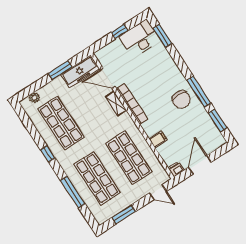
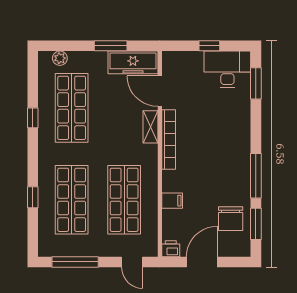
chair: (181, 99) -> (231, 219), moved
window: (48, 154) -> (33, 118), moved
window: (73, 192) -> (33, 197), width x0.46
window: (124, 215) -> (75, 262), width x1.44

